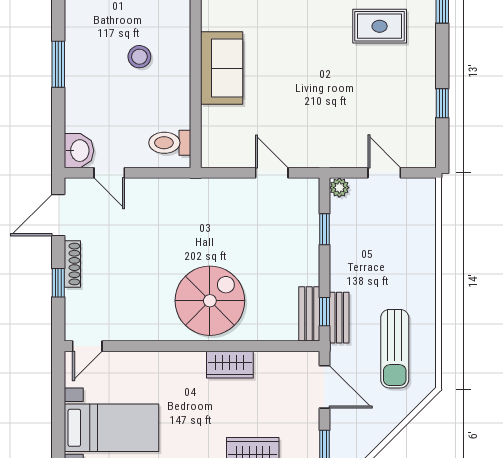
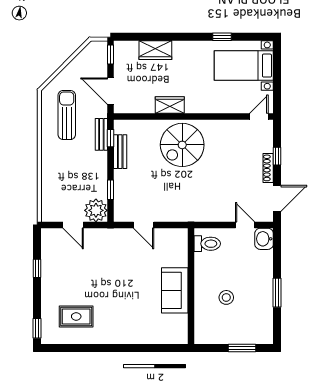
plant: (339, 188) -> (96, 210), width x1.88, depth x1.88
bench: (309, 314) -> (120, 152), moved

